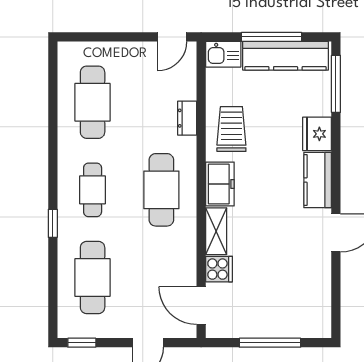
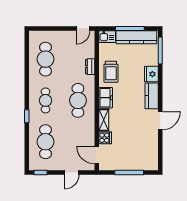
trolley: (231, 129) -> (111, 72), turned 180

